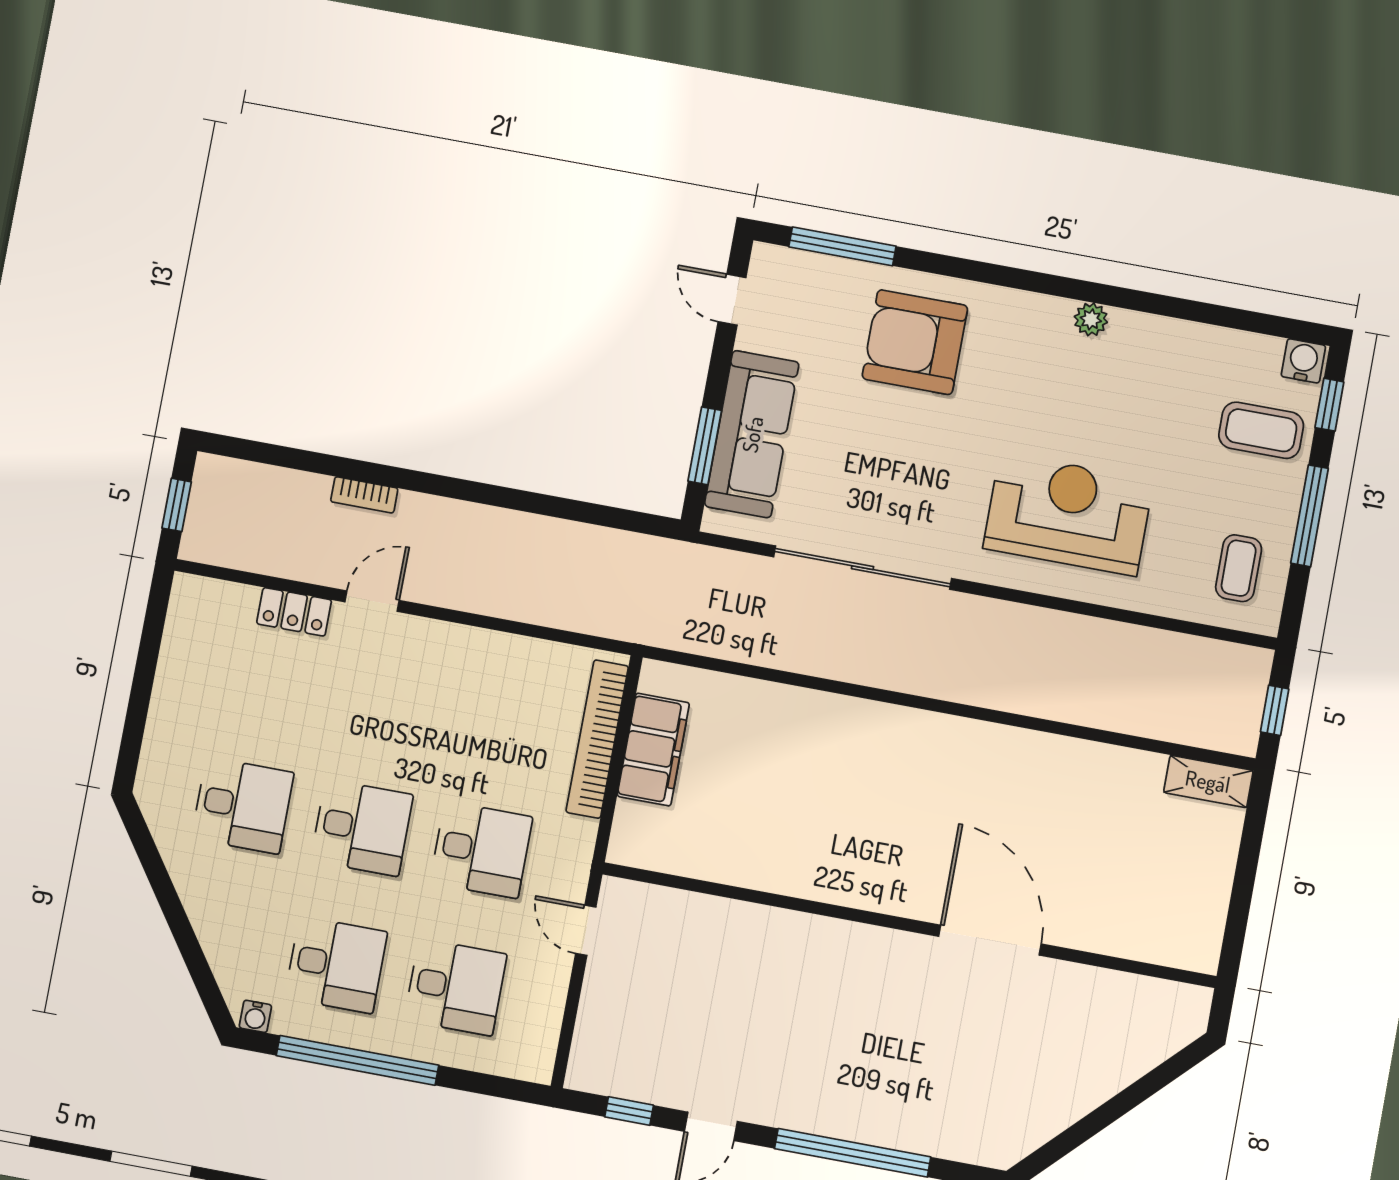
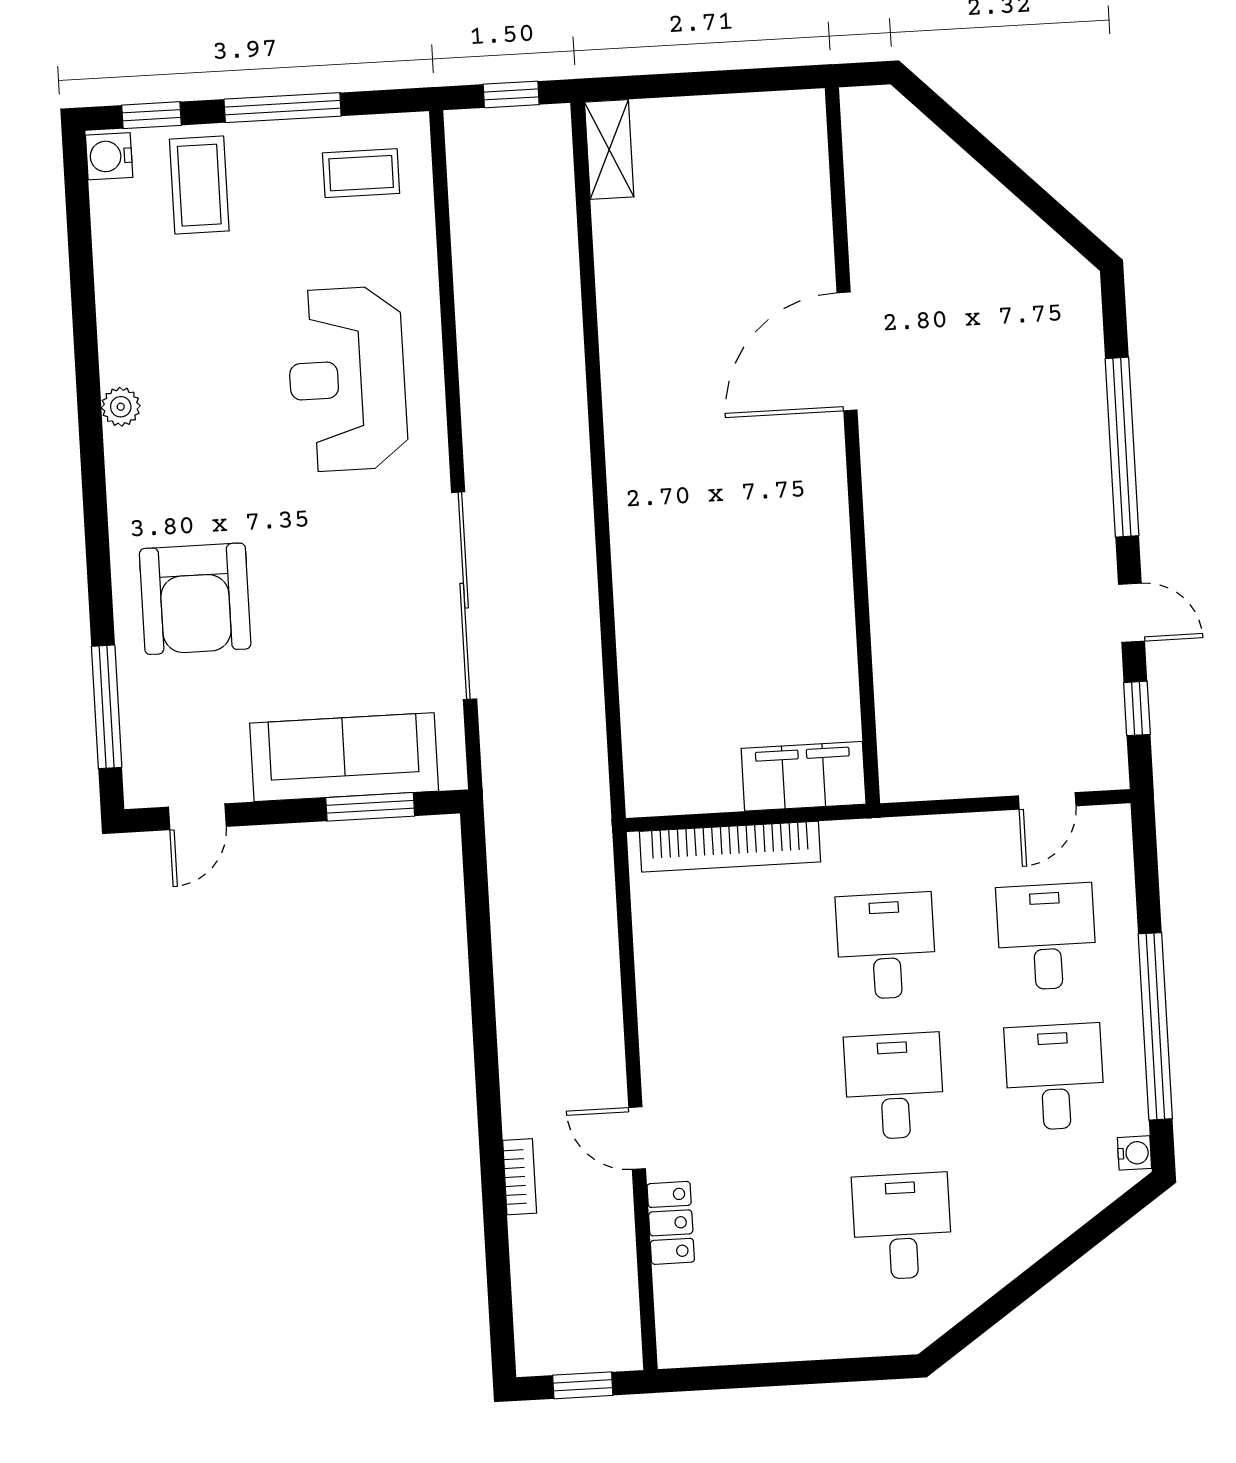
filing cabinet: (653, 750) -> (804, 776), moved
door: (586, 930) -> (1047, 801), moved

